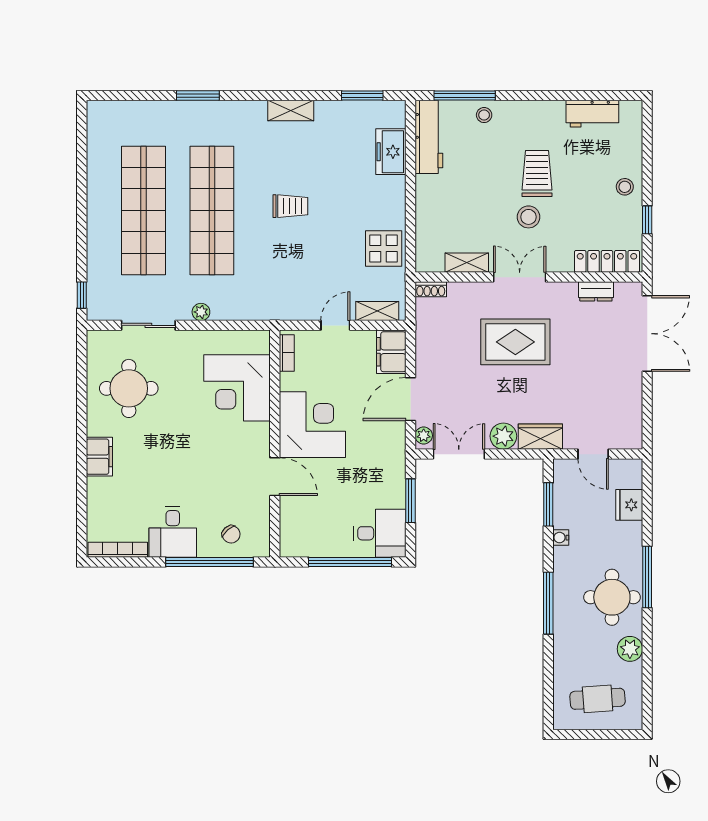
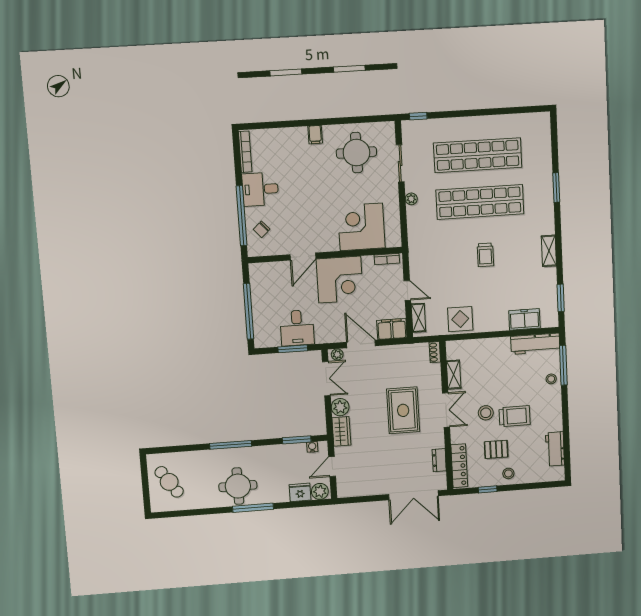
pallet: (586, 204) -> (496, 449), added
filing cabinet: (99, 457) -> (315, 135), width x0.50
desk: (380, 533) -> (297, 328), moved
water cooler: (561, 538) -> (312, 447), moved
plant: (630, 649) -> (320, 491), moved
cafe table: (598, 699) -> (169, 482), turned -30

